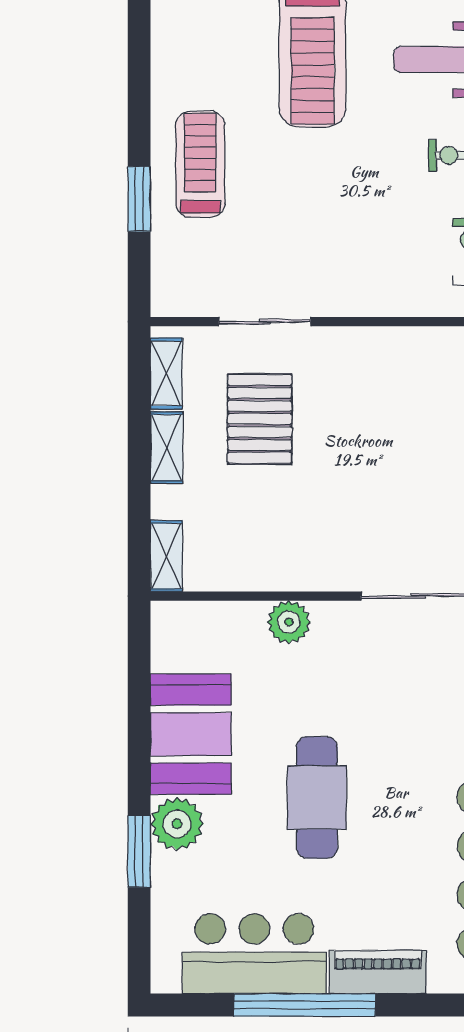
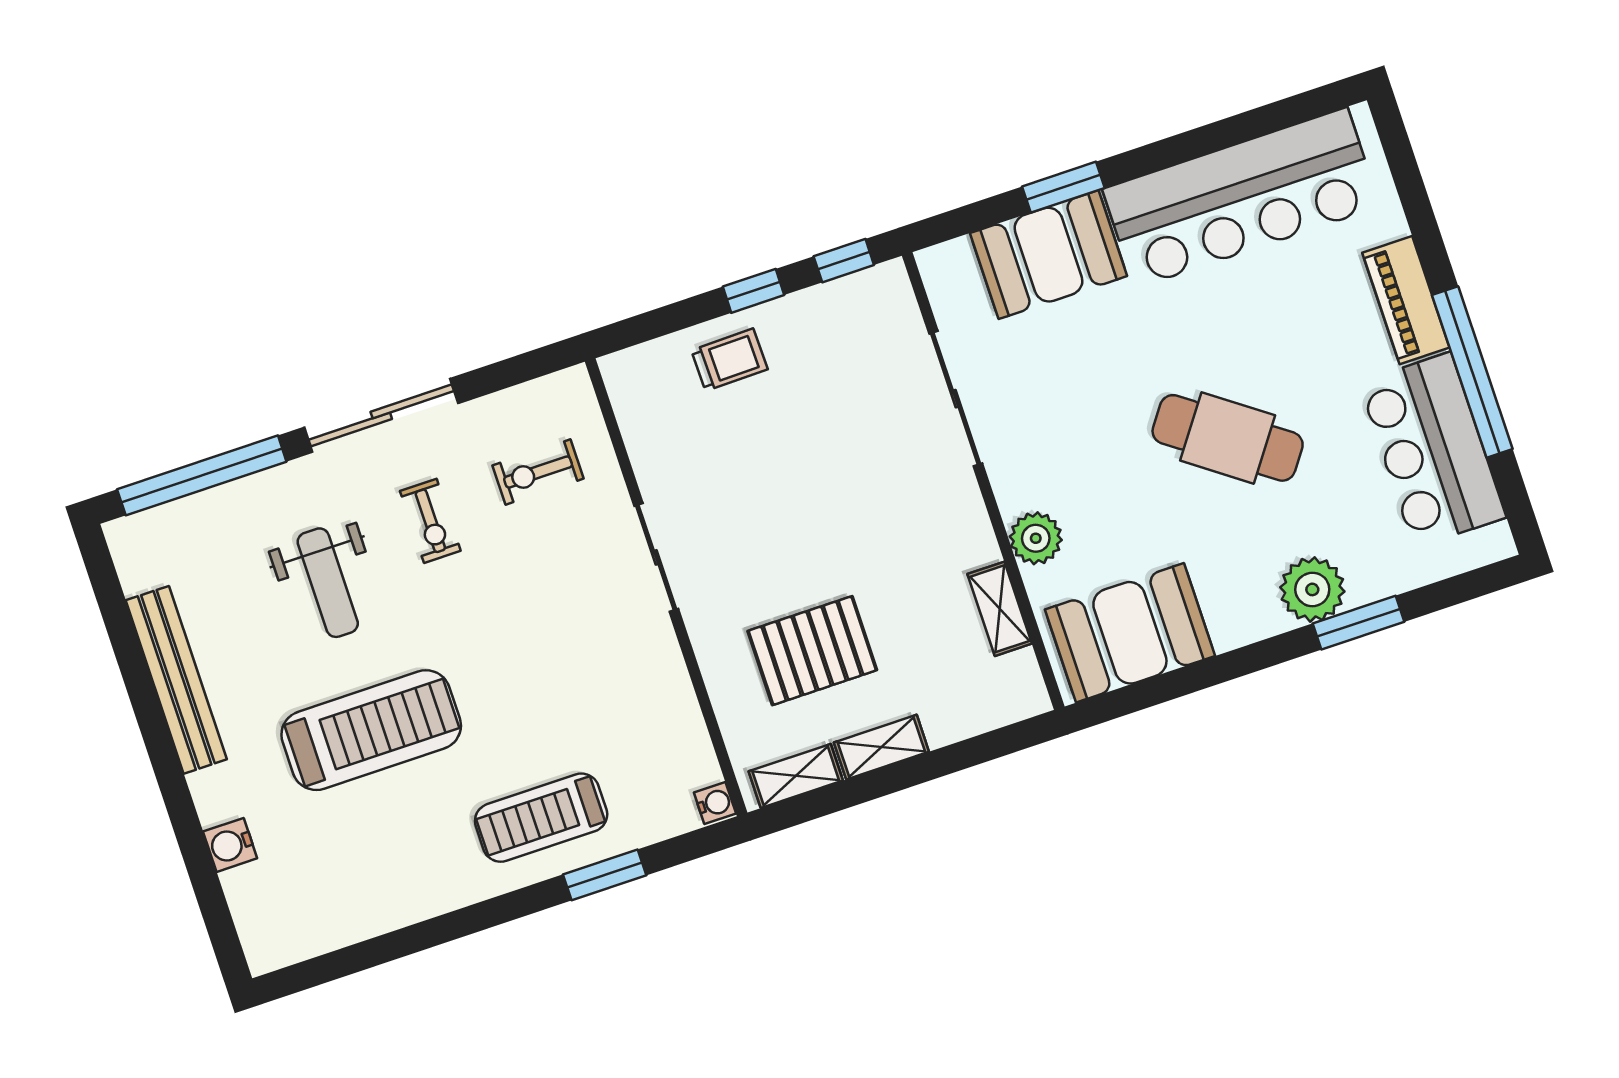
water cooler: (166, 303) -> (715, 803), added
sliding door: (265, 322) -> (656, 557), moved
shelving: (166, 556) -> (1000, 609), moved, turned 90
booth: (191, 734) -> (1130, 633), moved
cafe table: (317, 797) -> (1228, 438), turned 36

